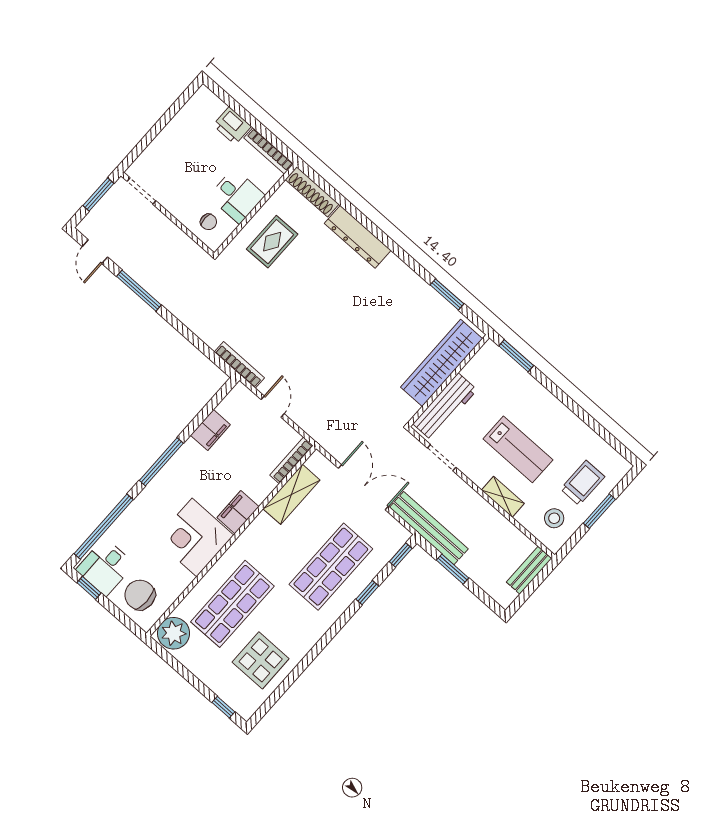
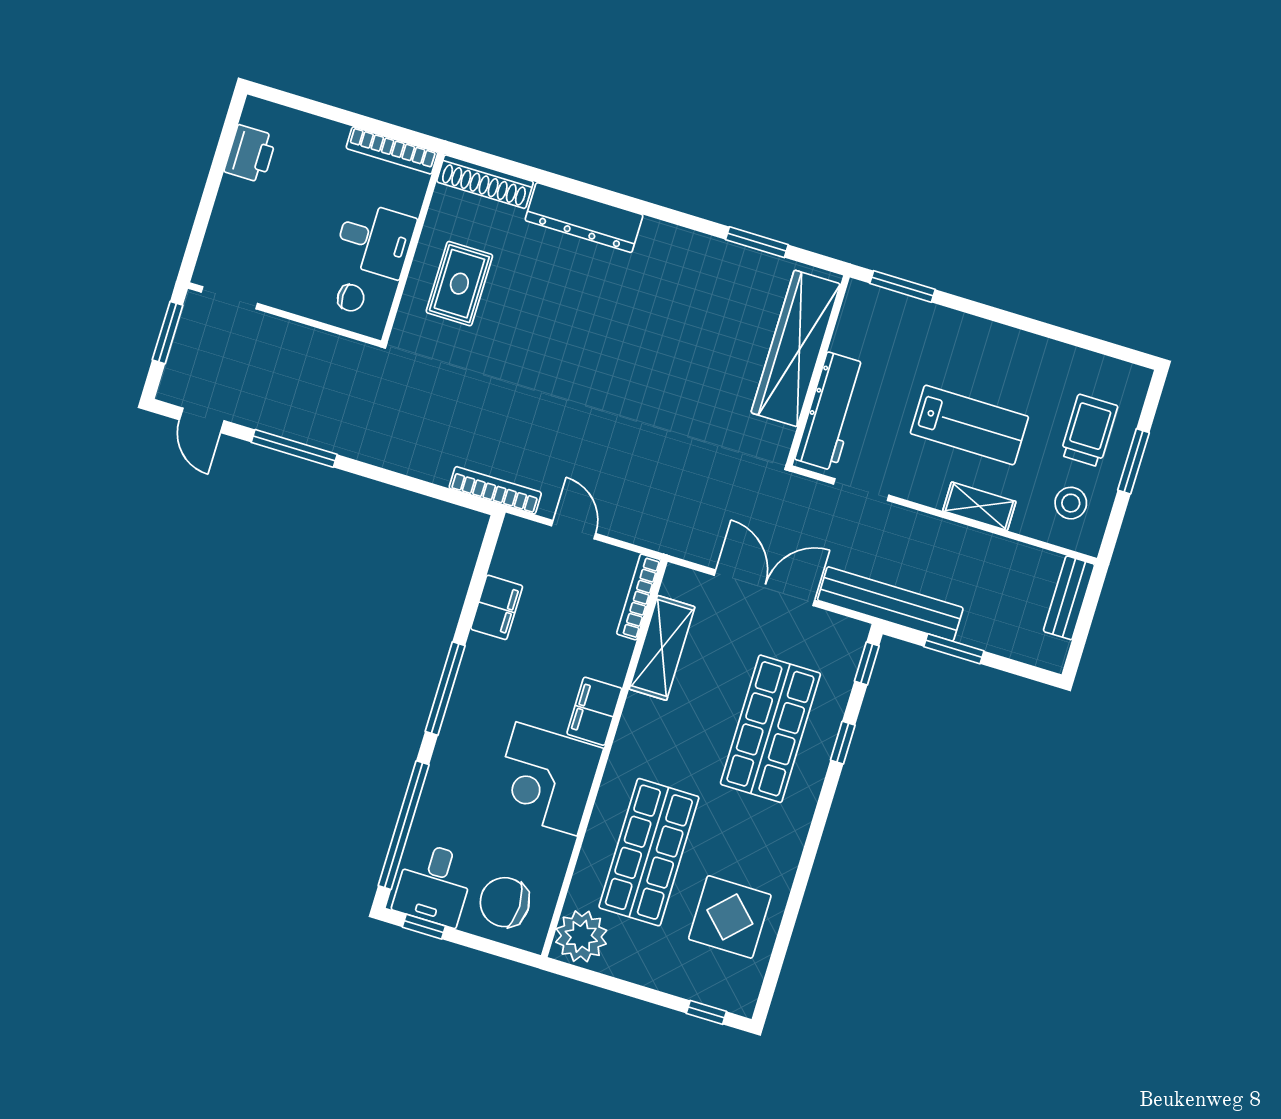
printer: (232, 126) -> (250, 154), moved, turned -90

